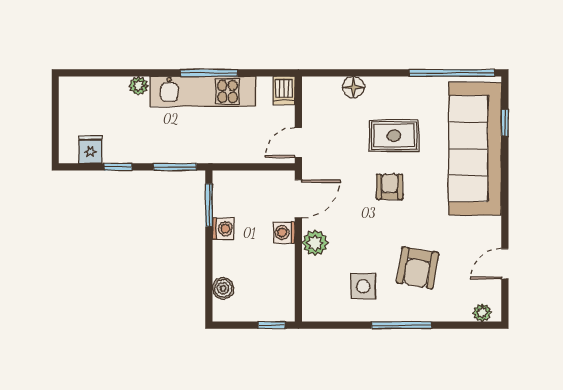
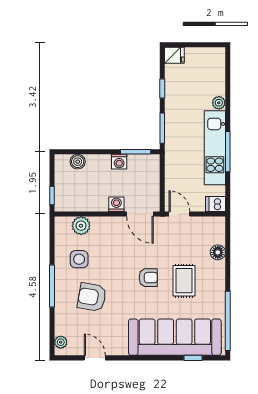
fridge: (90, 150) -> (174, 55), moved
plant: (315, 243) -> (81, 226), moved

